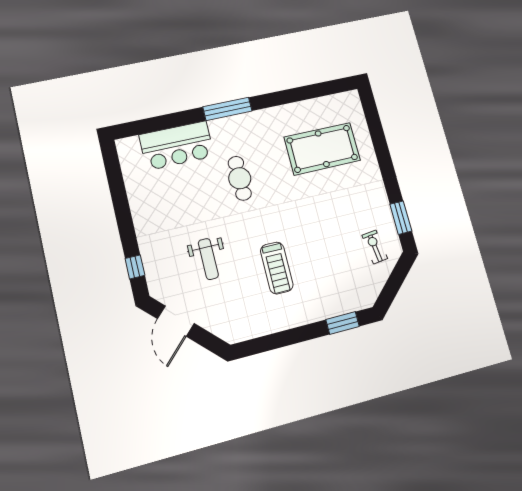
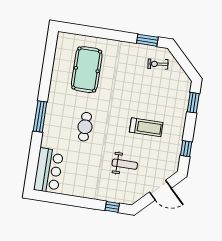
bar counter: (177, 146) -> (49, 171), moved
cafe table: (240, 178) -> (85, 127), turned 90
door: (176, 321) -> (160, 190), moved
window: (270, 342) -> (186, 149), added

